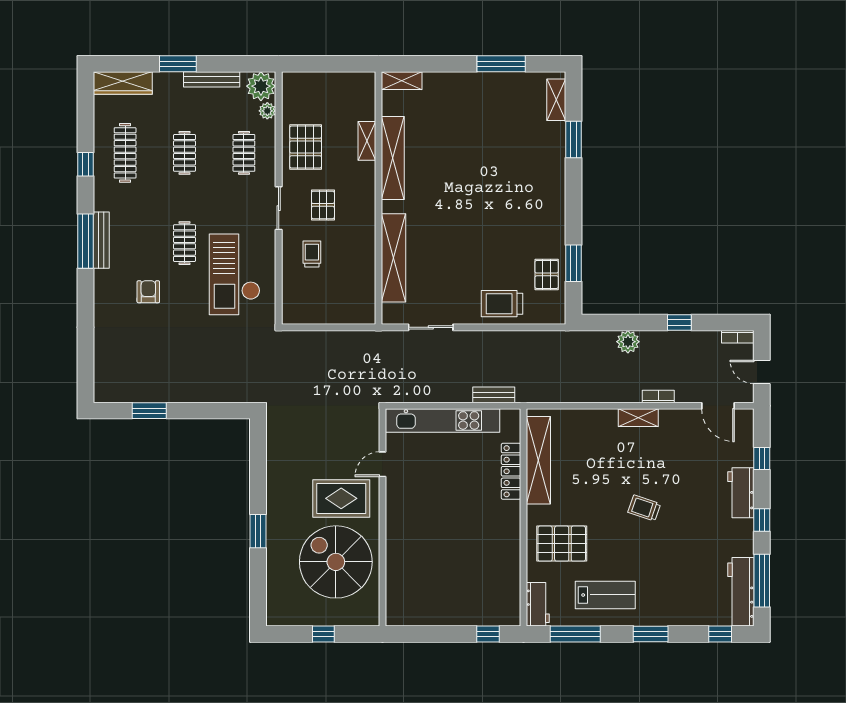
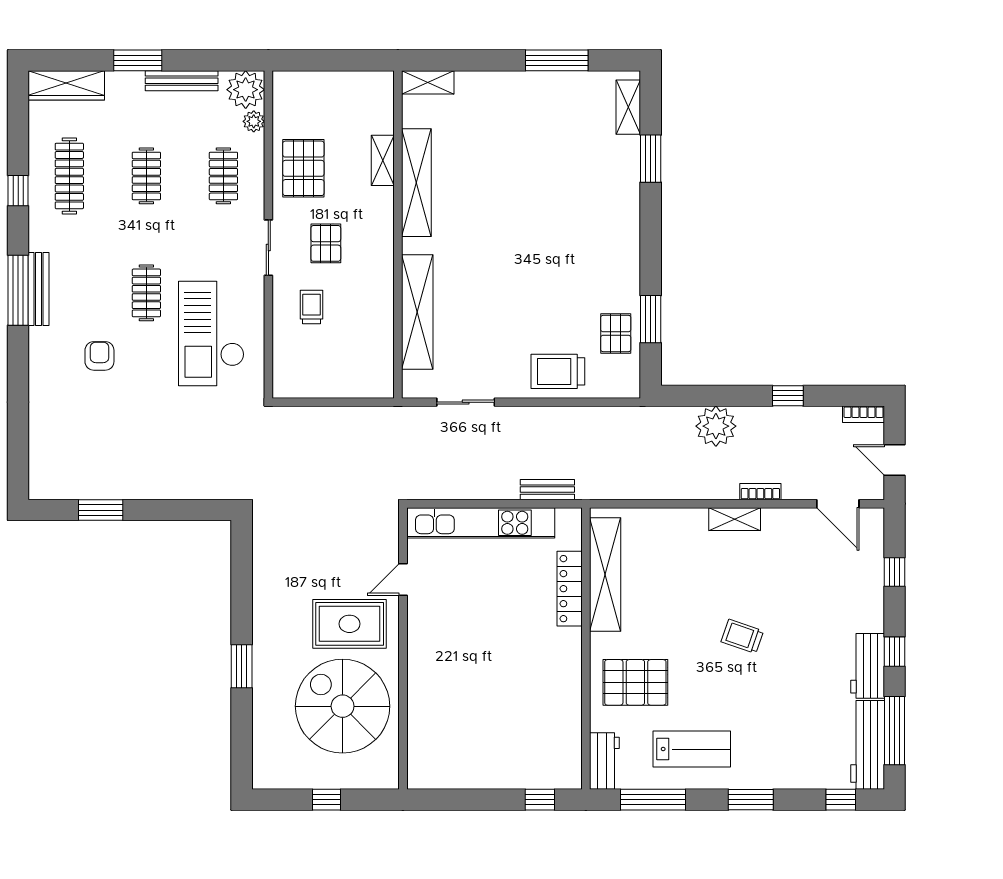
plant: (628, 342) -> (716, 426), width x1.36, depth x1.36
workbench: (741, 493) -> (868, 666), moved

